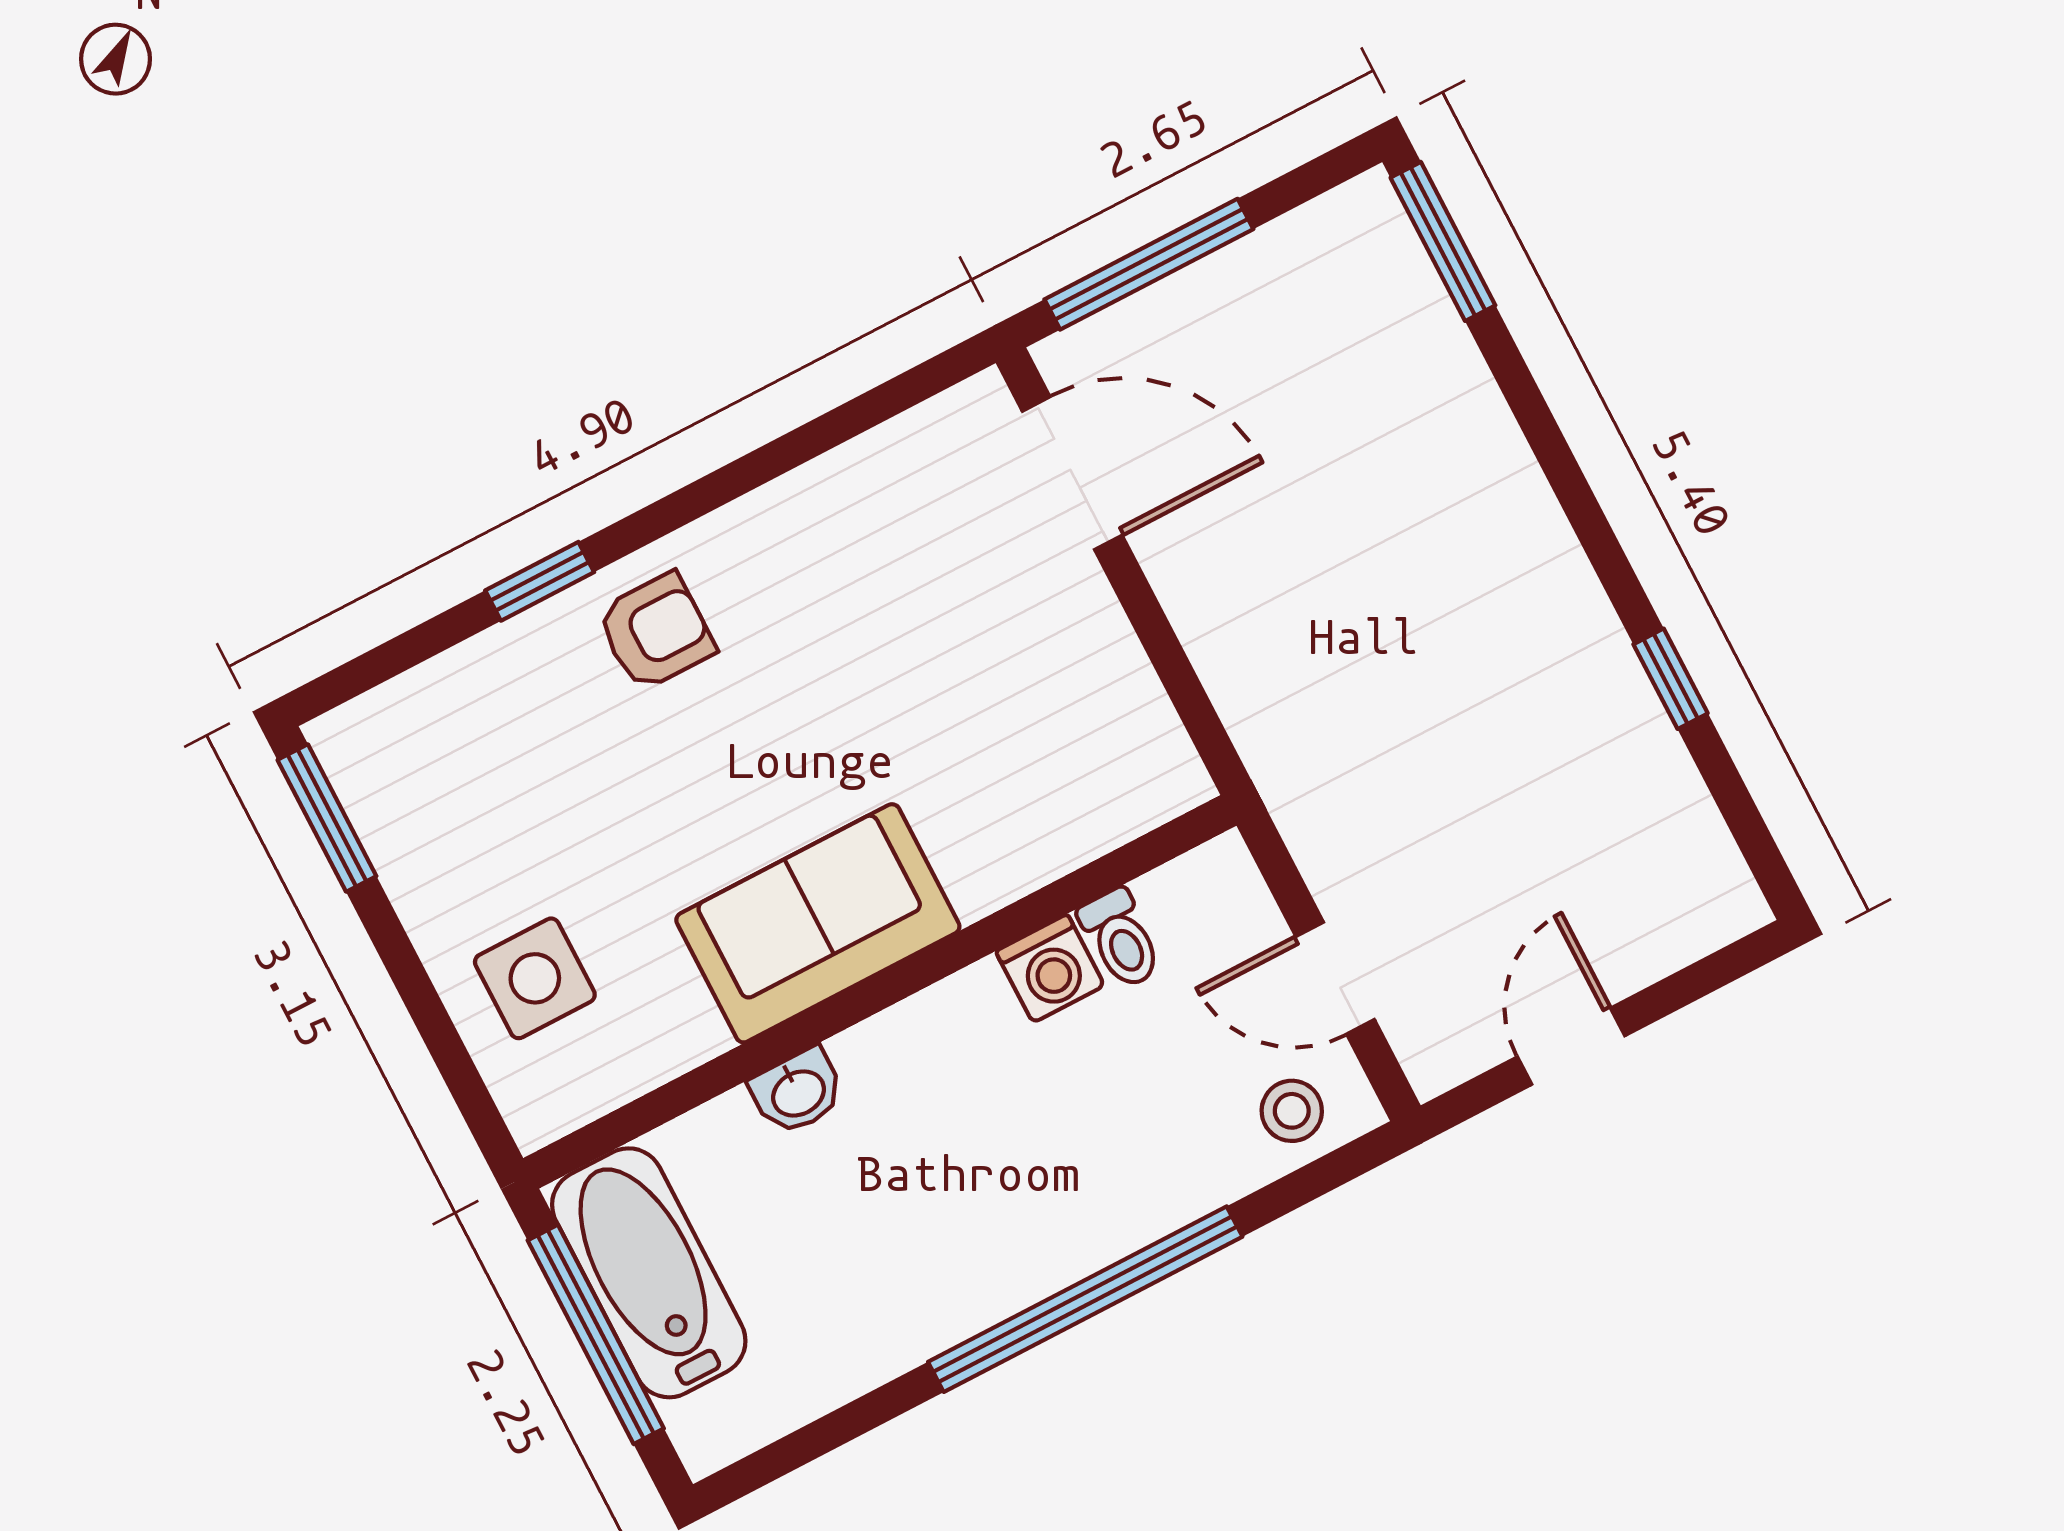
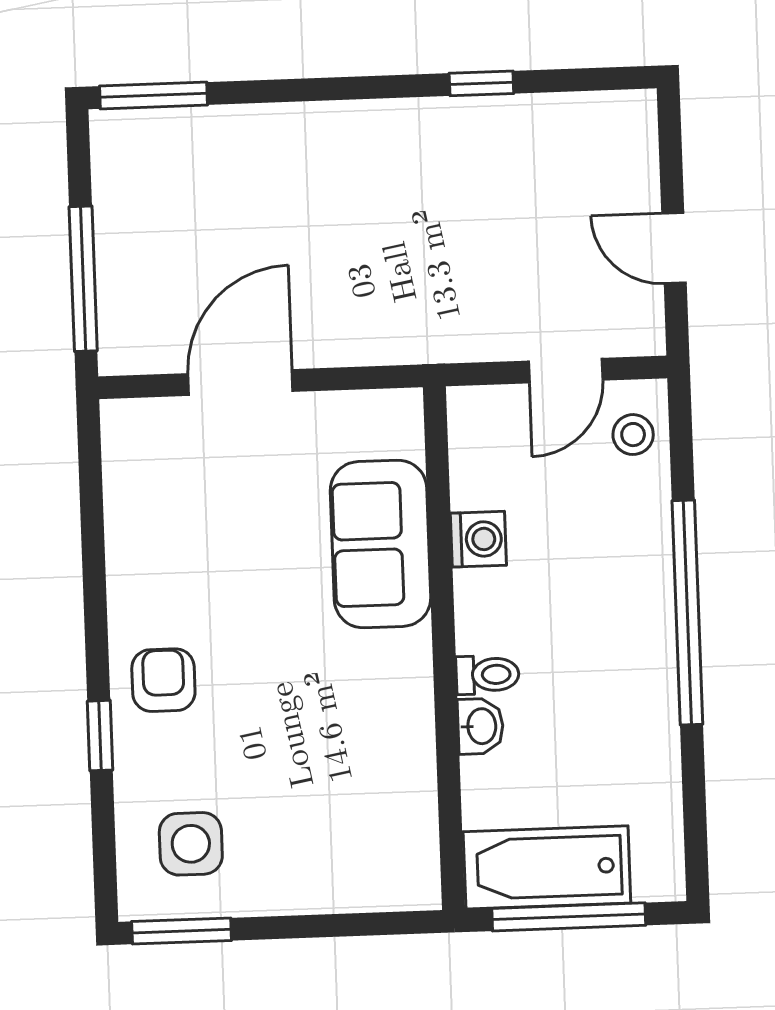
door: (1072, 473) -> (240, 383), moved
sofa: (818, 923) -> (381, 544), moved
toilet: (1121, 939) -> (487, 675), moved
side table: (535, 978) -> (191, 844), moved

